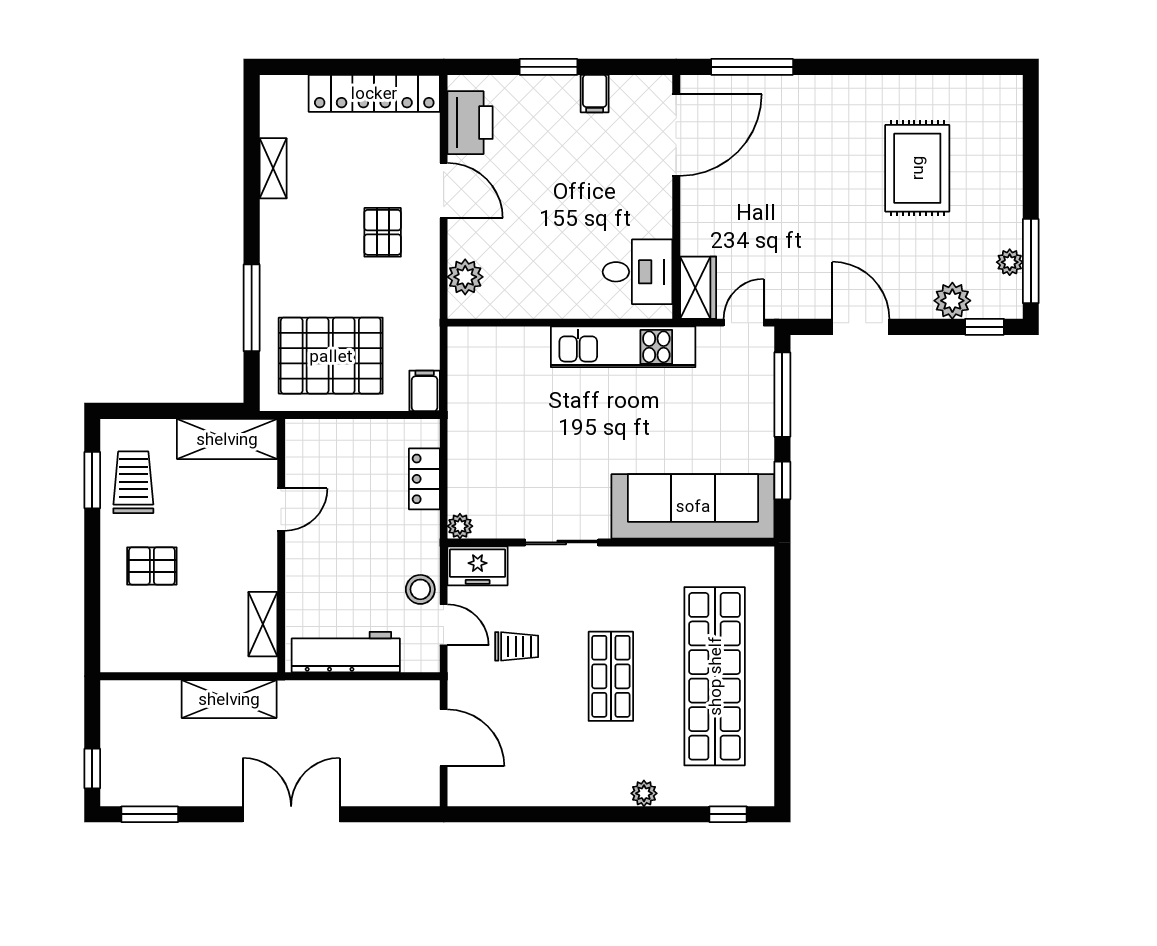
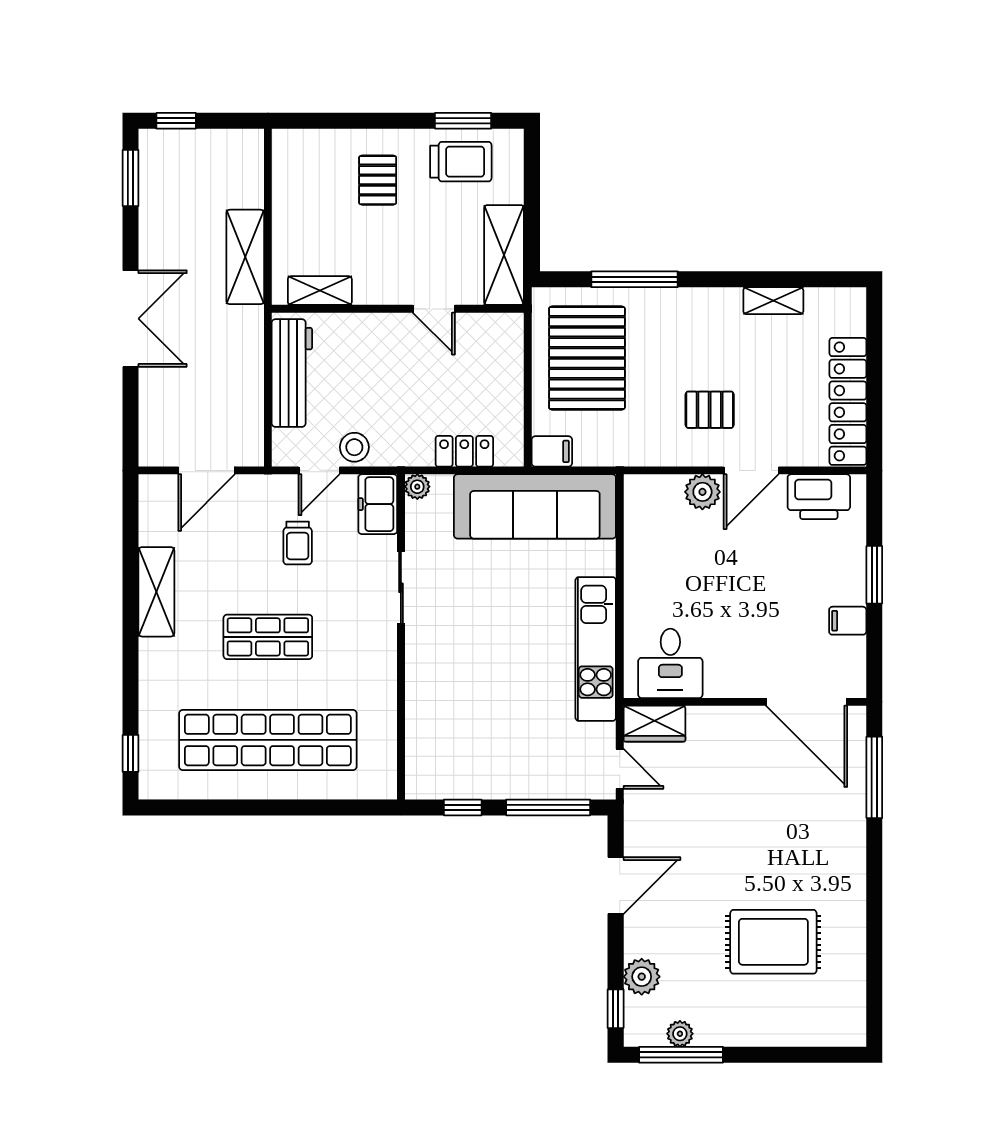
plant: (465, 277) -> (702, 492), moved
sofa: (693, 506) -> (535, 506), moved, turned 90
shelving: (566, 788) -> (156, 592), added
plant: (644, 793) -> (151, 670), removed

